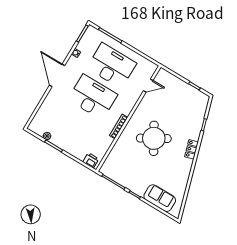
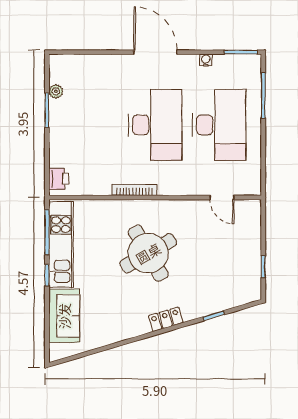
door: (57, 75) -> (155, 52), hinge flipped
kitchen unit: (124, 179) -> (61, 245), added

